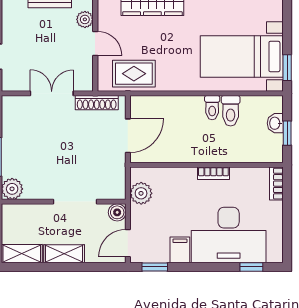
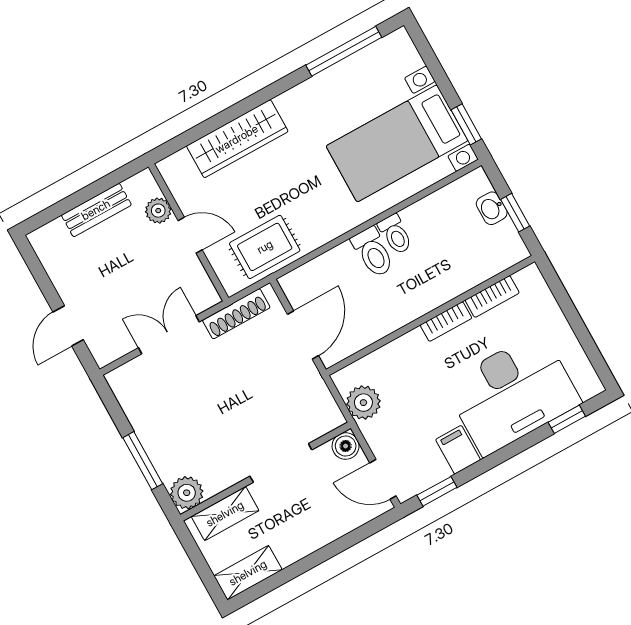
toilet: (231, 111) -> (373, 252), moved
bookcase: (276, 184) -> (492, 297), moved, turned -90
door: (128, 243) -> (383, 479), hinge flipped
shelving: (64, 254) -> (225, 514), moved

